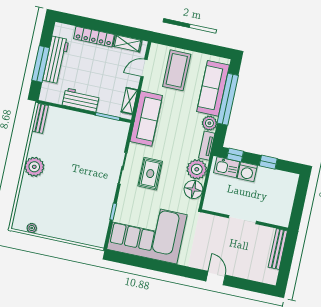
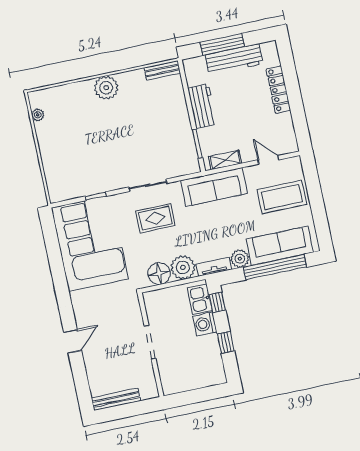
shelving: (127, 43) -> (287, 130), removed
bench: (278, 249) -> (116, 399), moved

